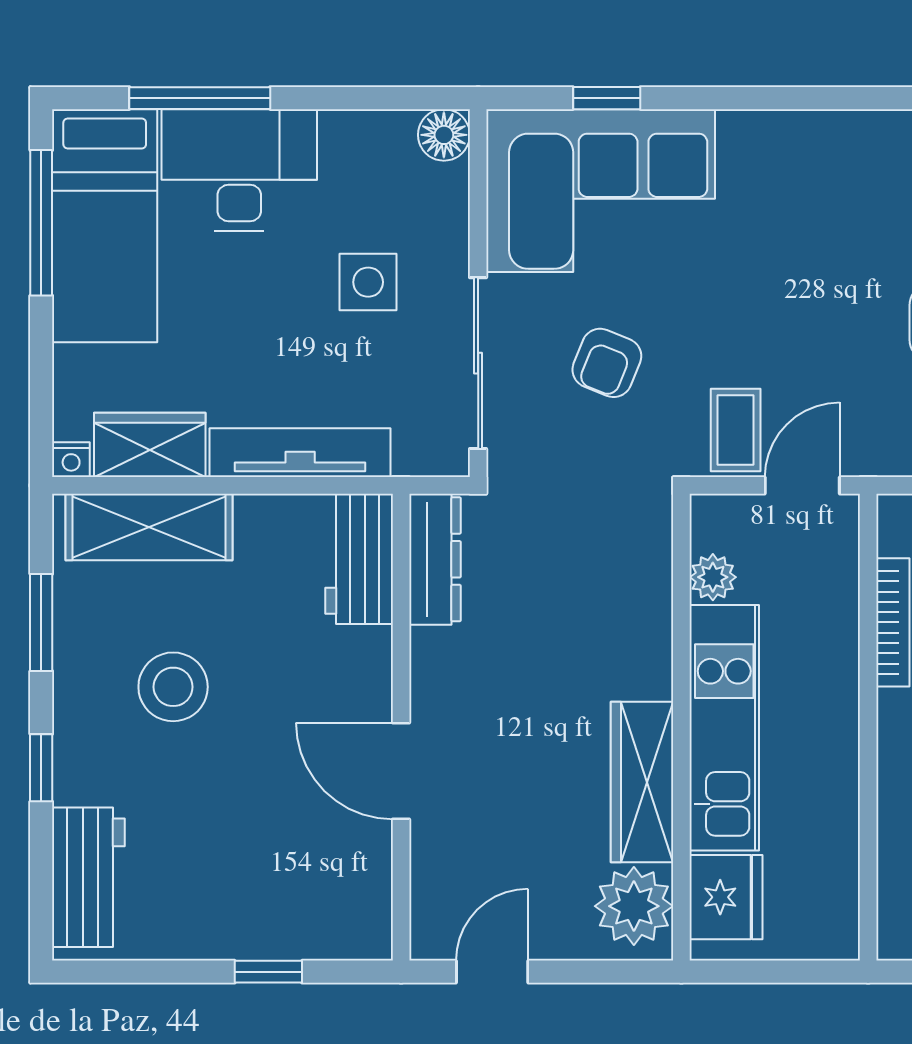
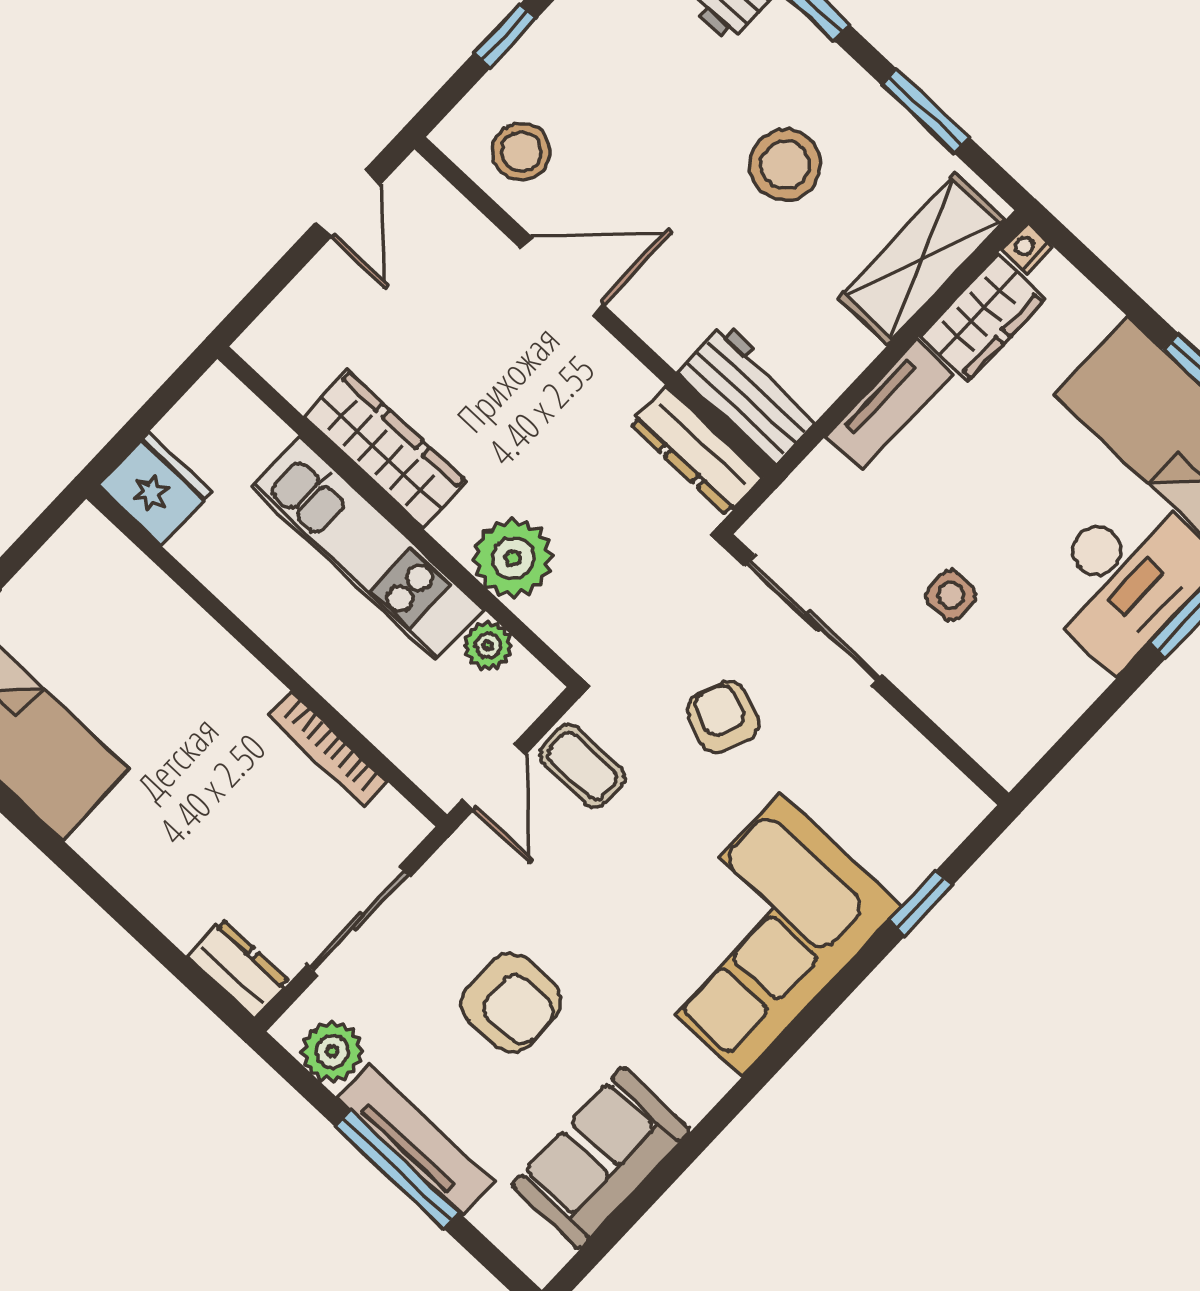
floor lamp: (444, 135) -> (1008, 755), removed
corner sofa: (601, 191) -> (761, 935), moved
side table: (368, 282) -> (951, 595), width x0.73, depth x0.73
tv unit: (300, 453) -> (889, 405), width x0.71
stool: (340, 883) -> (521, 152), added
fridge: (726, 897) -> (155, 489), moved, turned 180
plant: (634, 906) -> (513, 558), moved

